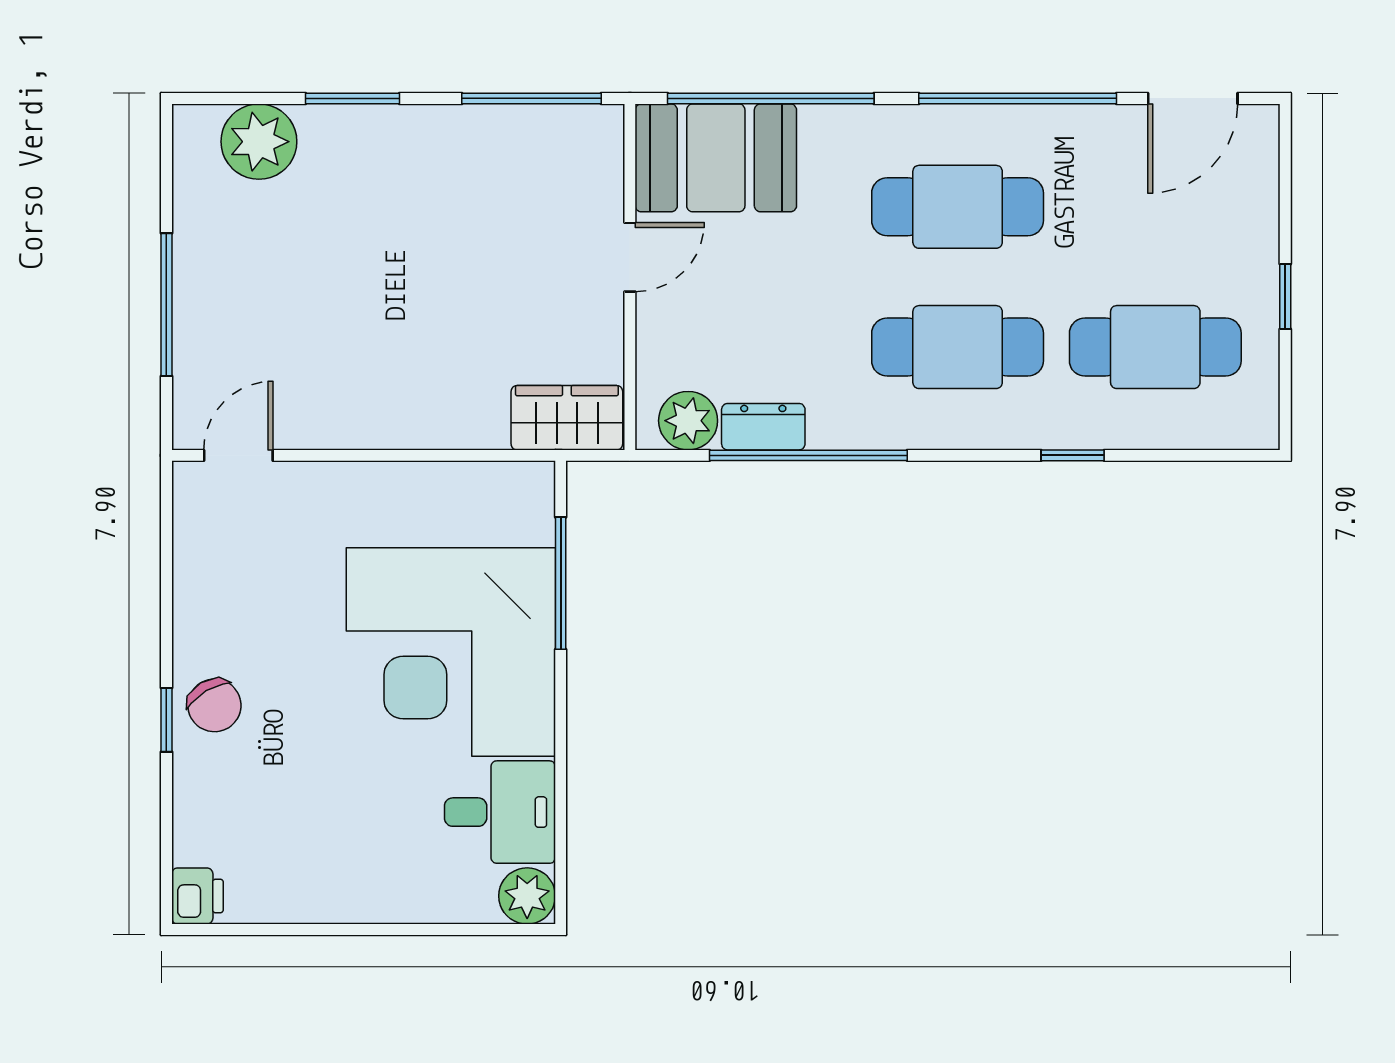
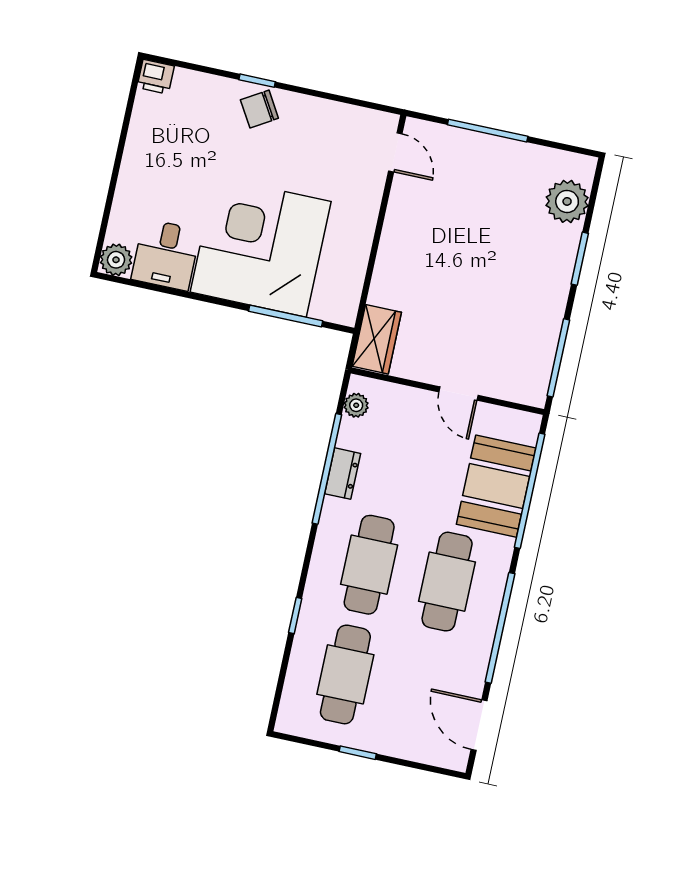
booth: (716, 158) -> (496, 486), moved
plant: (688, 421) -> (356, 405), width x0.73, depth x0.73
dresser: (763, 427) -> (343, 474), moved

